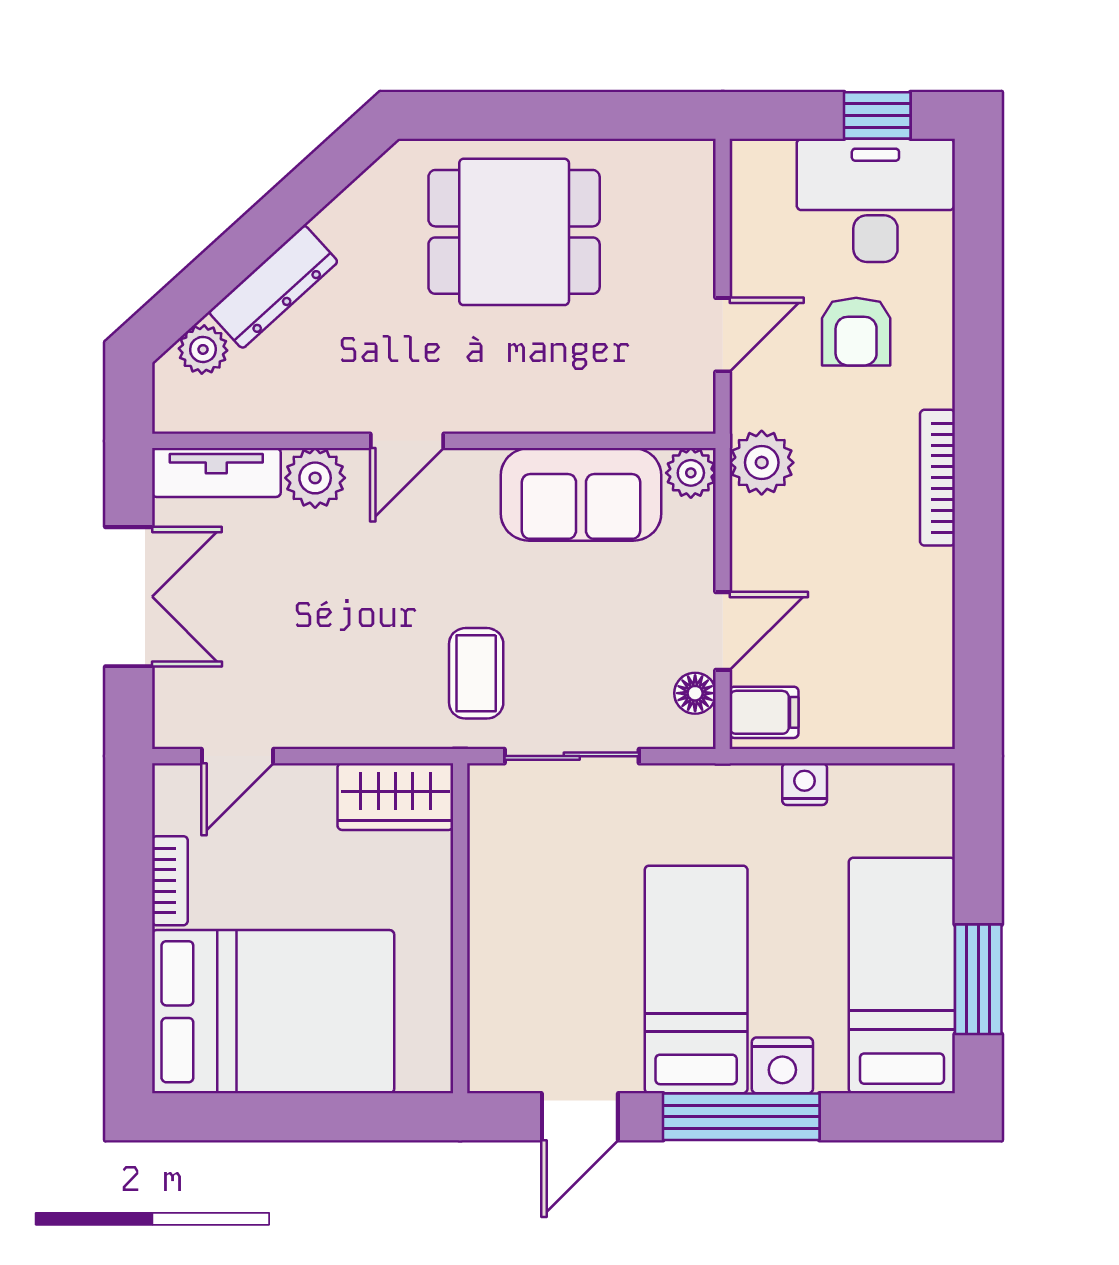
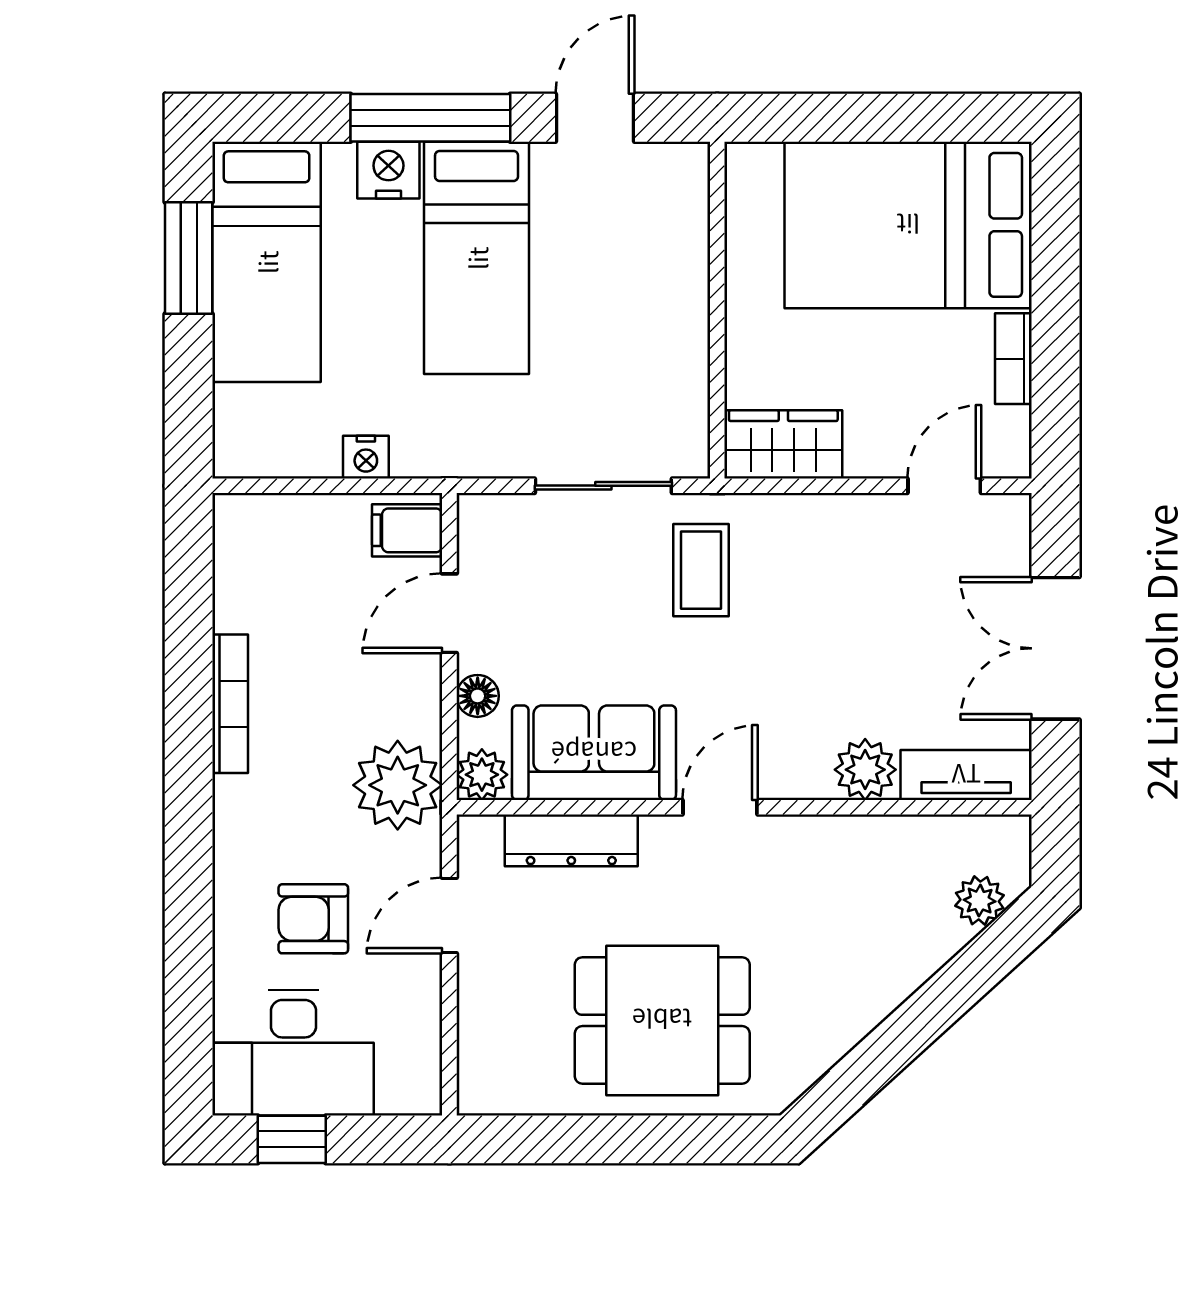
dresser: (273, 287) -> (571, 840), moved, turned -138
armchair: (856, 332) -> (313, 919), turned -90
door: (407, 441) -> (720, 807), moved
plant: (762, 463) -> (398, 785), width x1.36, depth x1.36
bookcase: (938, 478) -> (230, 704), moved
floor lamp: (695, 693) -> (478, 696), moved

